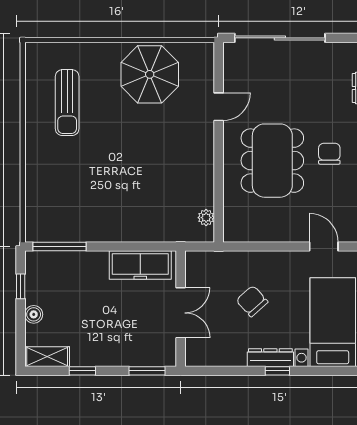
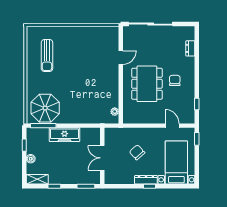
parasol: (150, 74) -> (45, 108), moved
freezer: (140, 265) -> (64, 135), moved
double door: (181, 313) -> (102, 158), swing flipped

